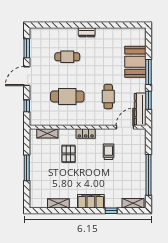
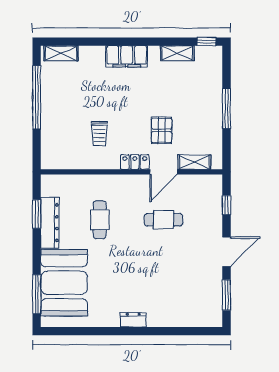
cafe table: (67, 57) -> (163, 282), removed
booth: (135, 62) -> (64, 283), width x1.36, depth x1.42
window: (149, 72) -> (37, 294), moved
cafe table: (67, 96) -> (163, 220), width x0.73, depth x0.74
dresser: (140, 109) -> (50, 223), moved
door: (125, 127) -> (164, 172), moved
window: (111, 211) -> (206, 42), moved

